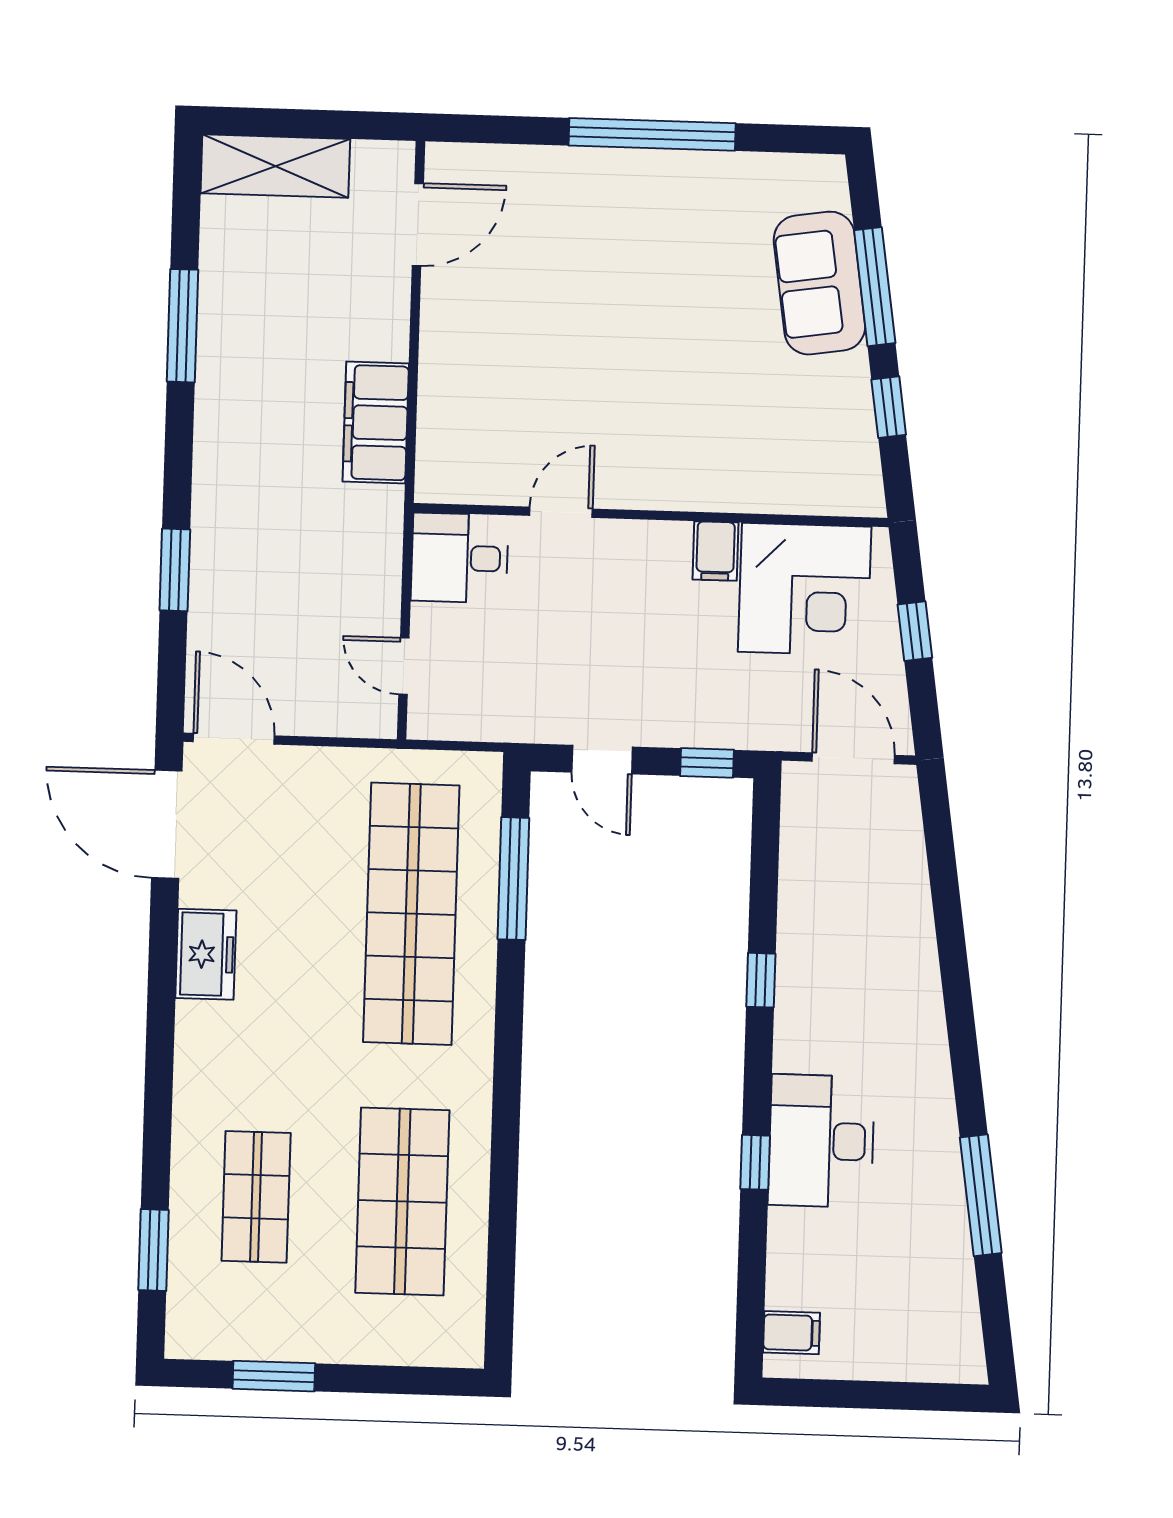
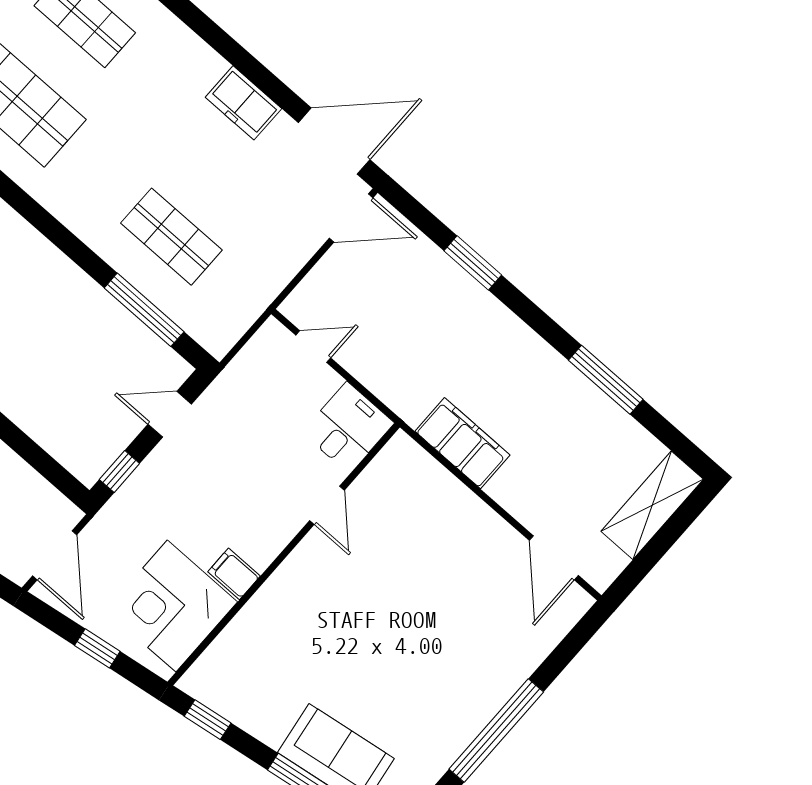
window: (889, 407) -> (208, 720), moved
door: (853, 758) -> (55, 555), hinge flipped
shop shelf: (411, 914) -> (171, 237), width x0.50, depth x0.74

